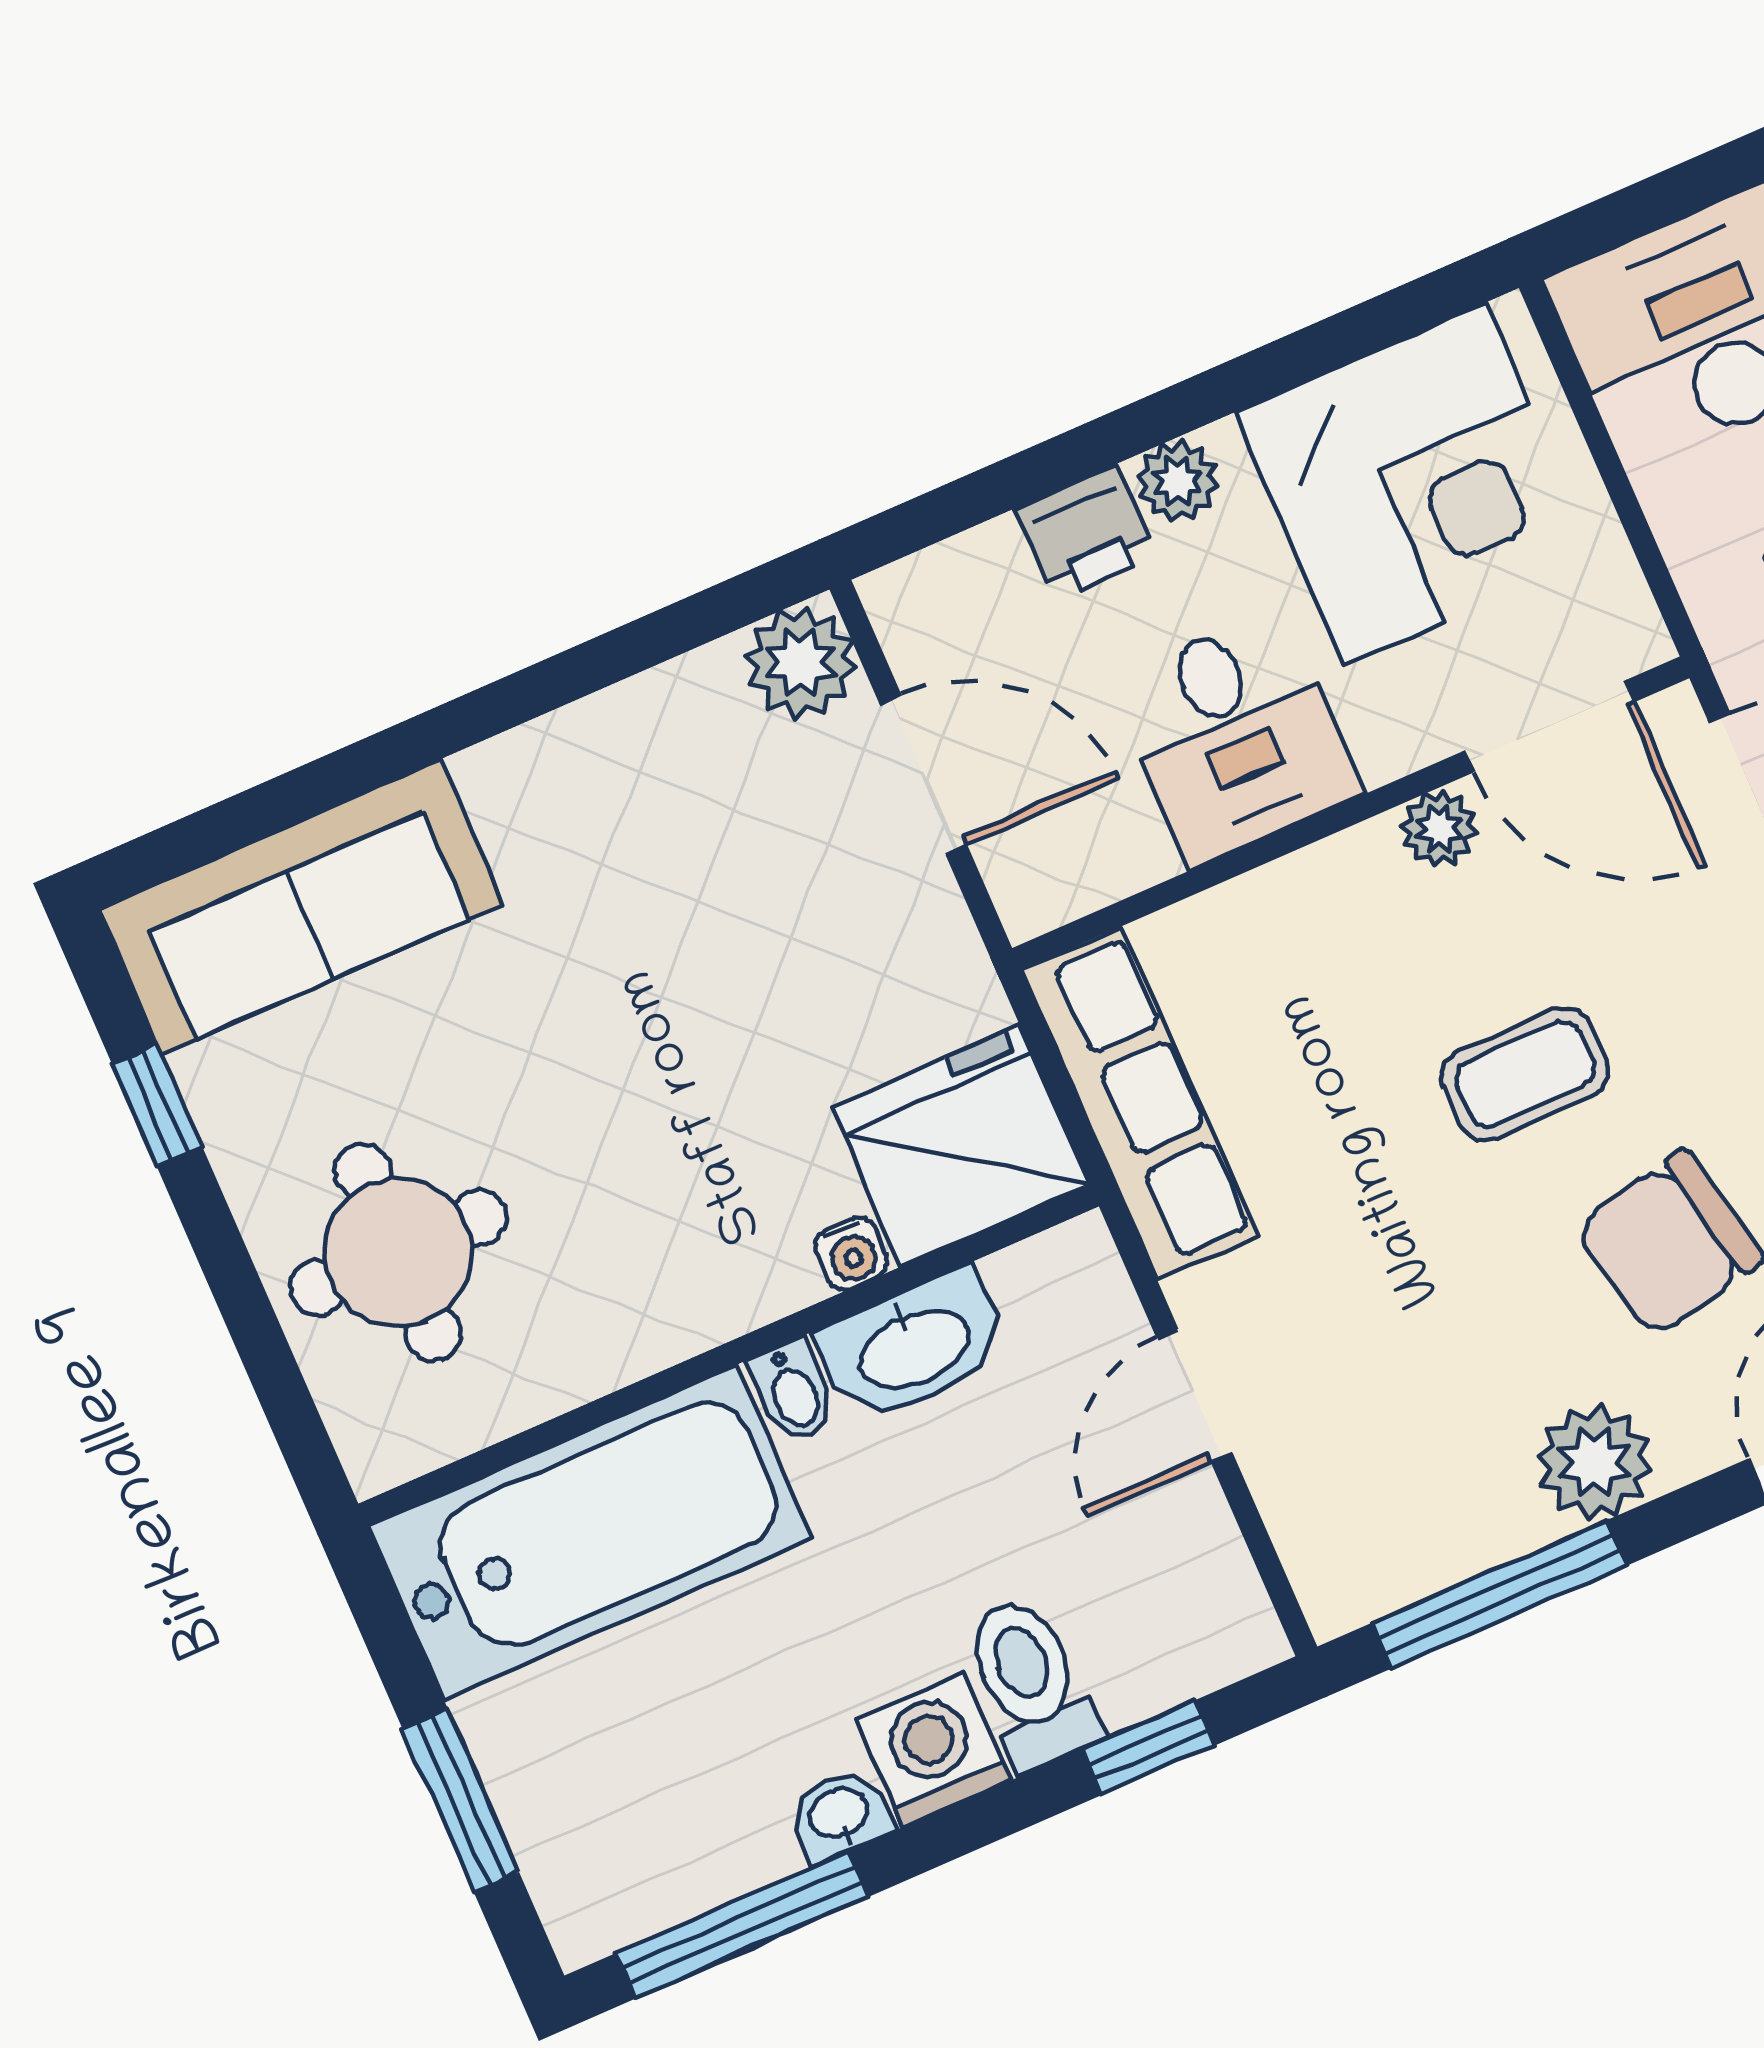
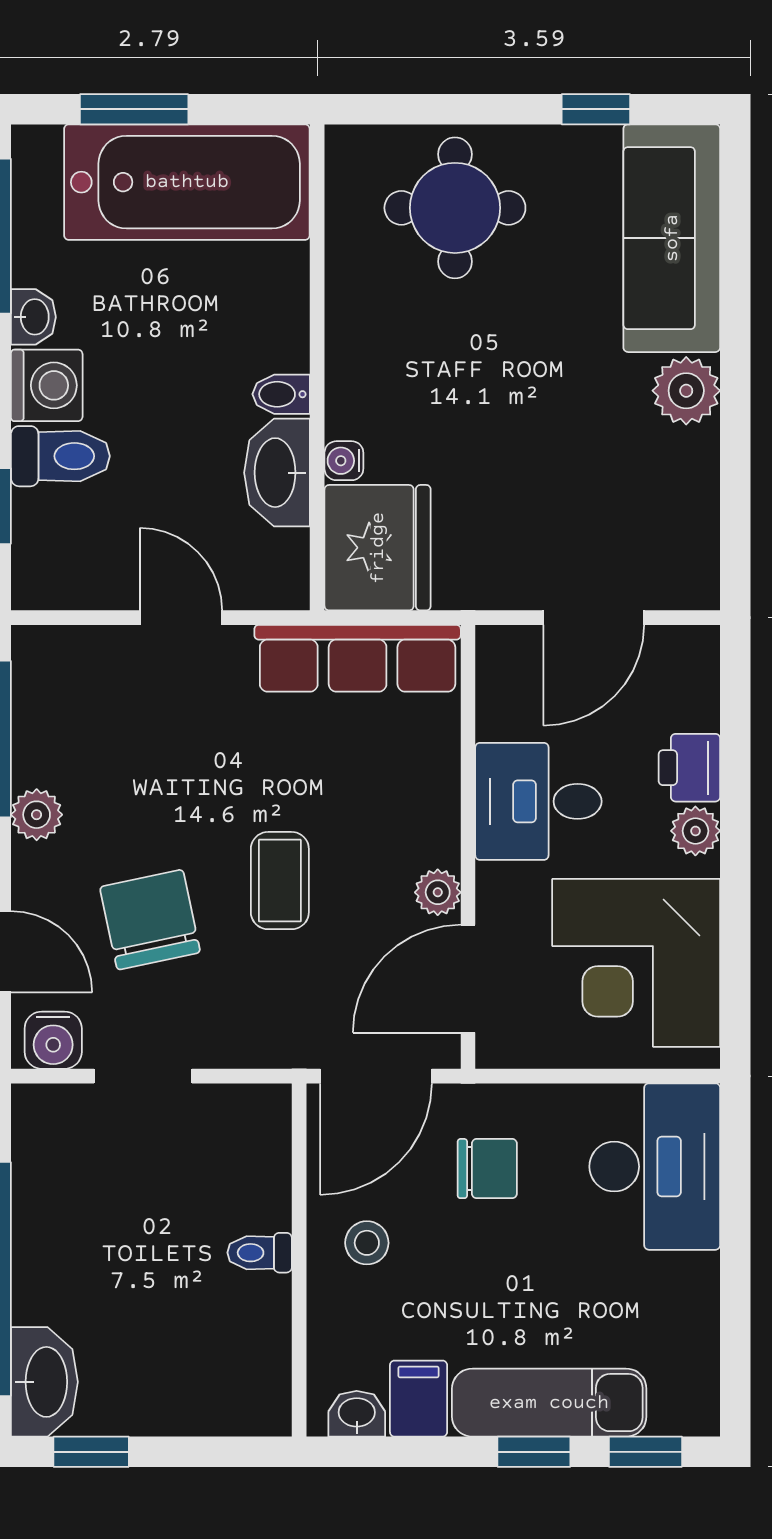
plant: (801, 663) -> (686, 391), moved
plant: (1594, 1462) -> (37, 815), width x0.73, depth x0.73
bathtub: (590, 1532) -> (187, 182), moved, turned -90

